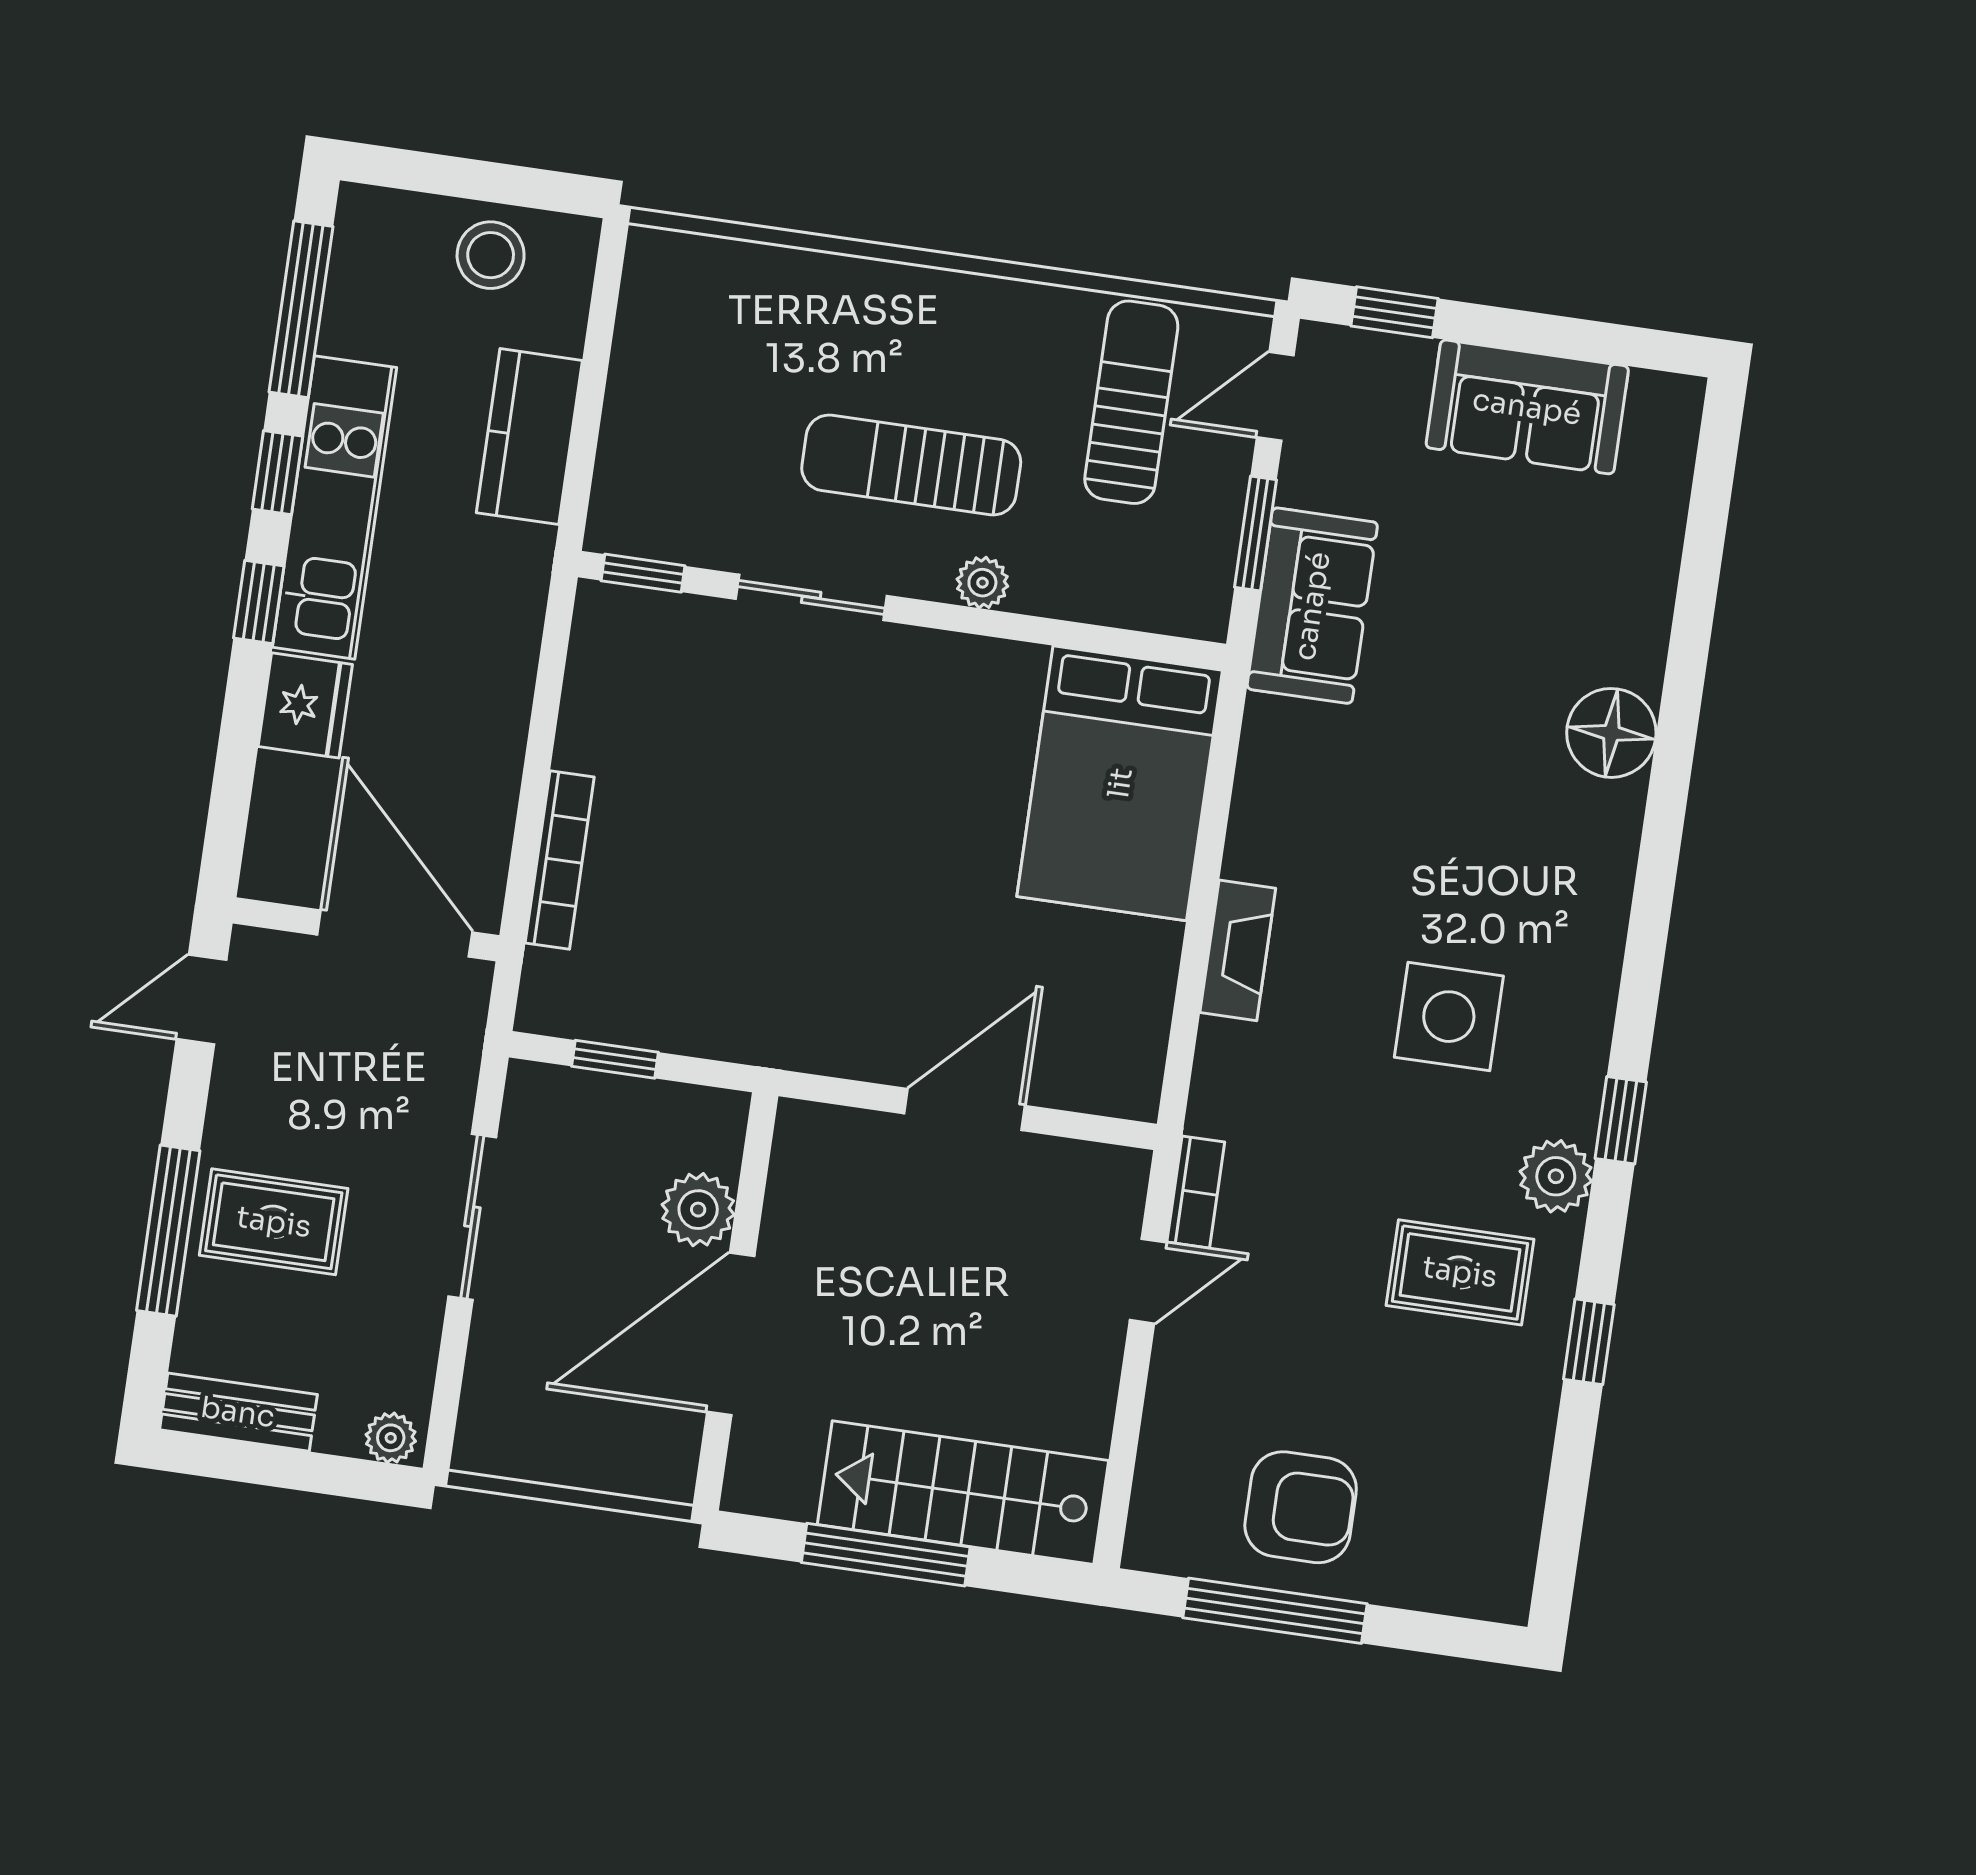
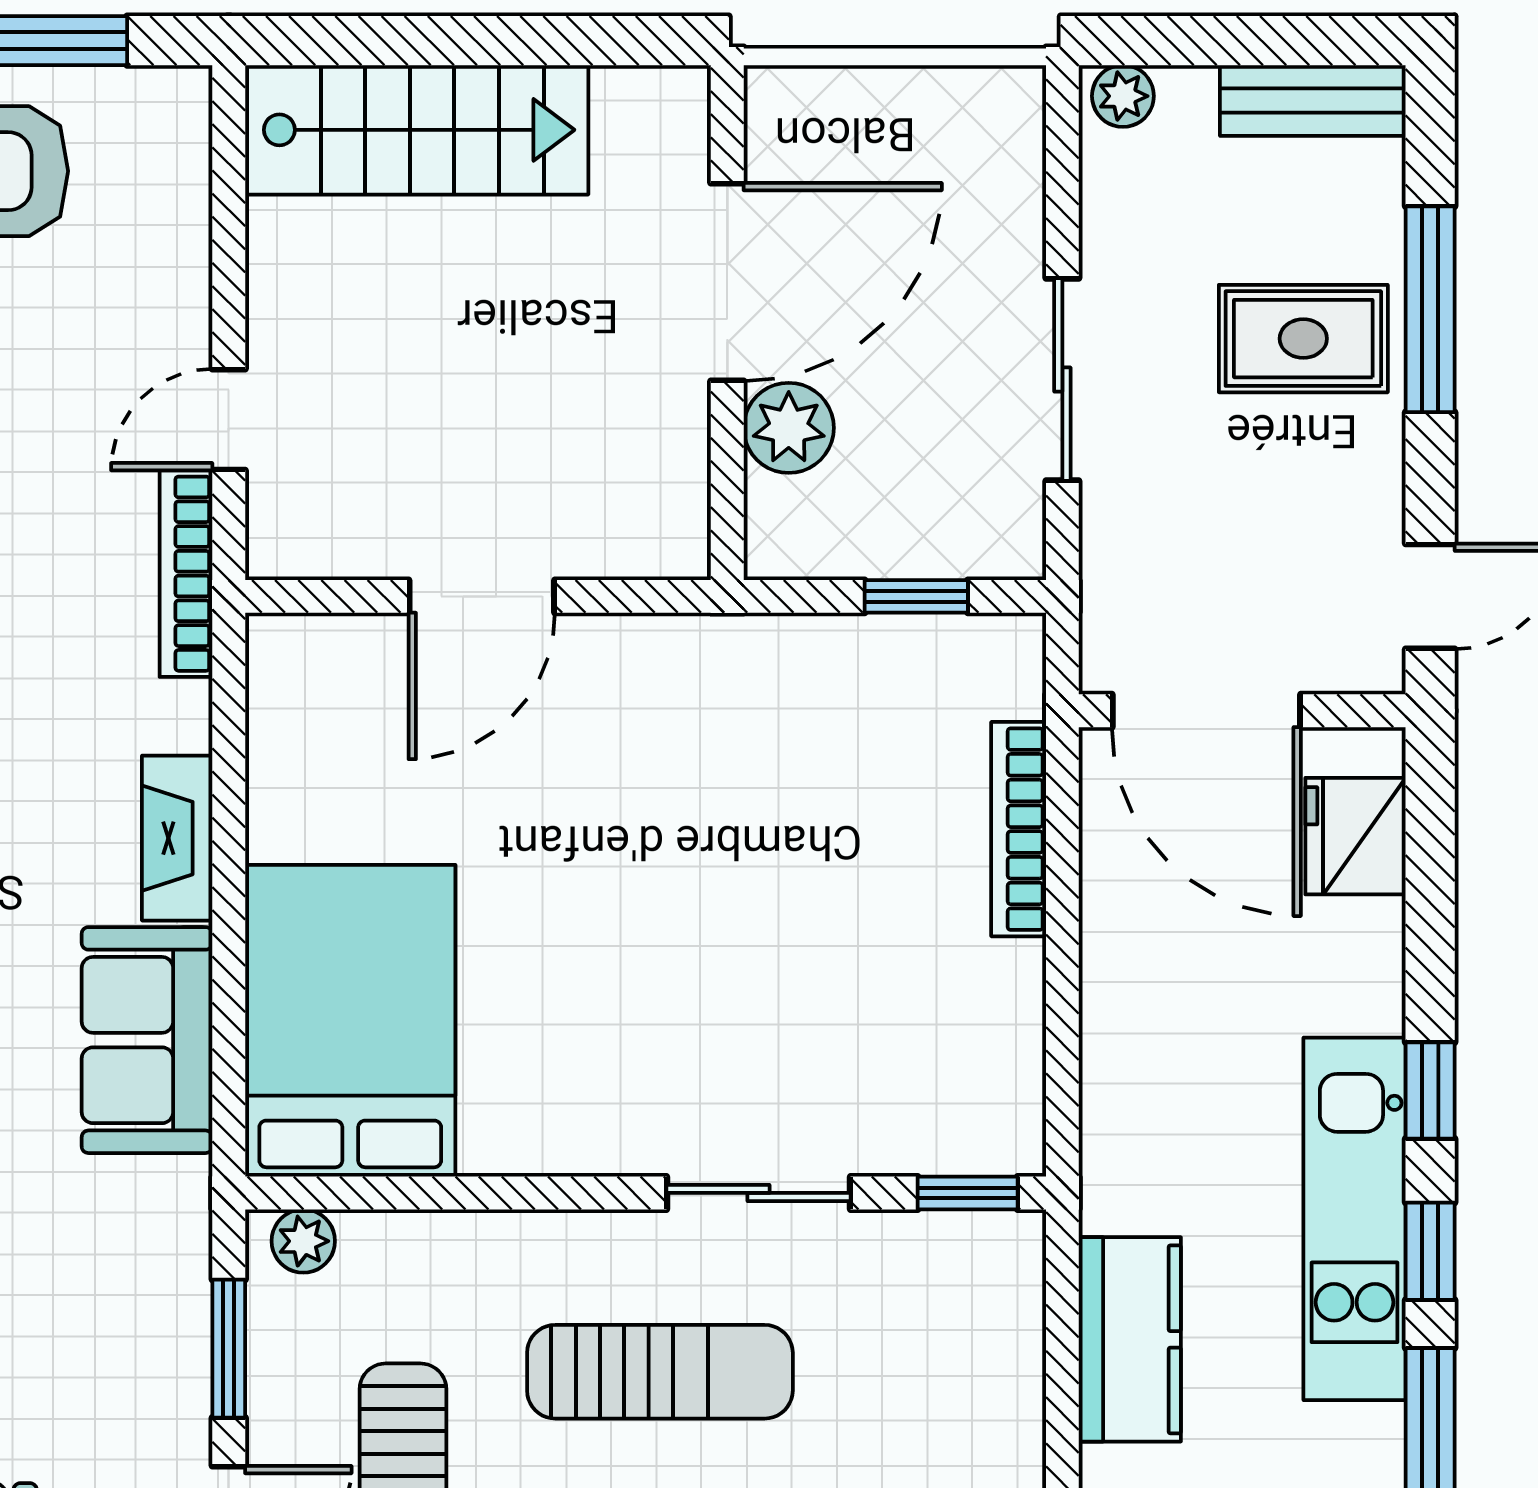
plant: (982, 583) -> (303, 1241), moved
sofa: (1312, 606) -> (147, 1040), moved
fridge: (305, 705) -> (1355, 836), moved
bookcase: (1196, 1192) -> (186, 574), width x1.56
window: (886, 1555) -> (500, 41), removed

